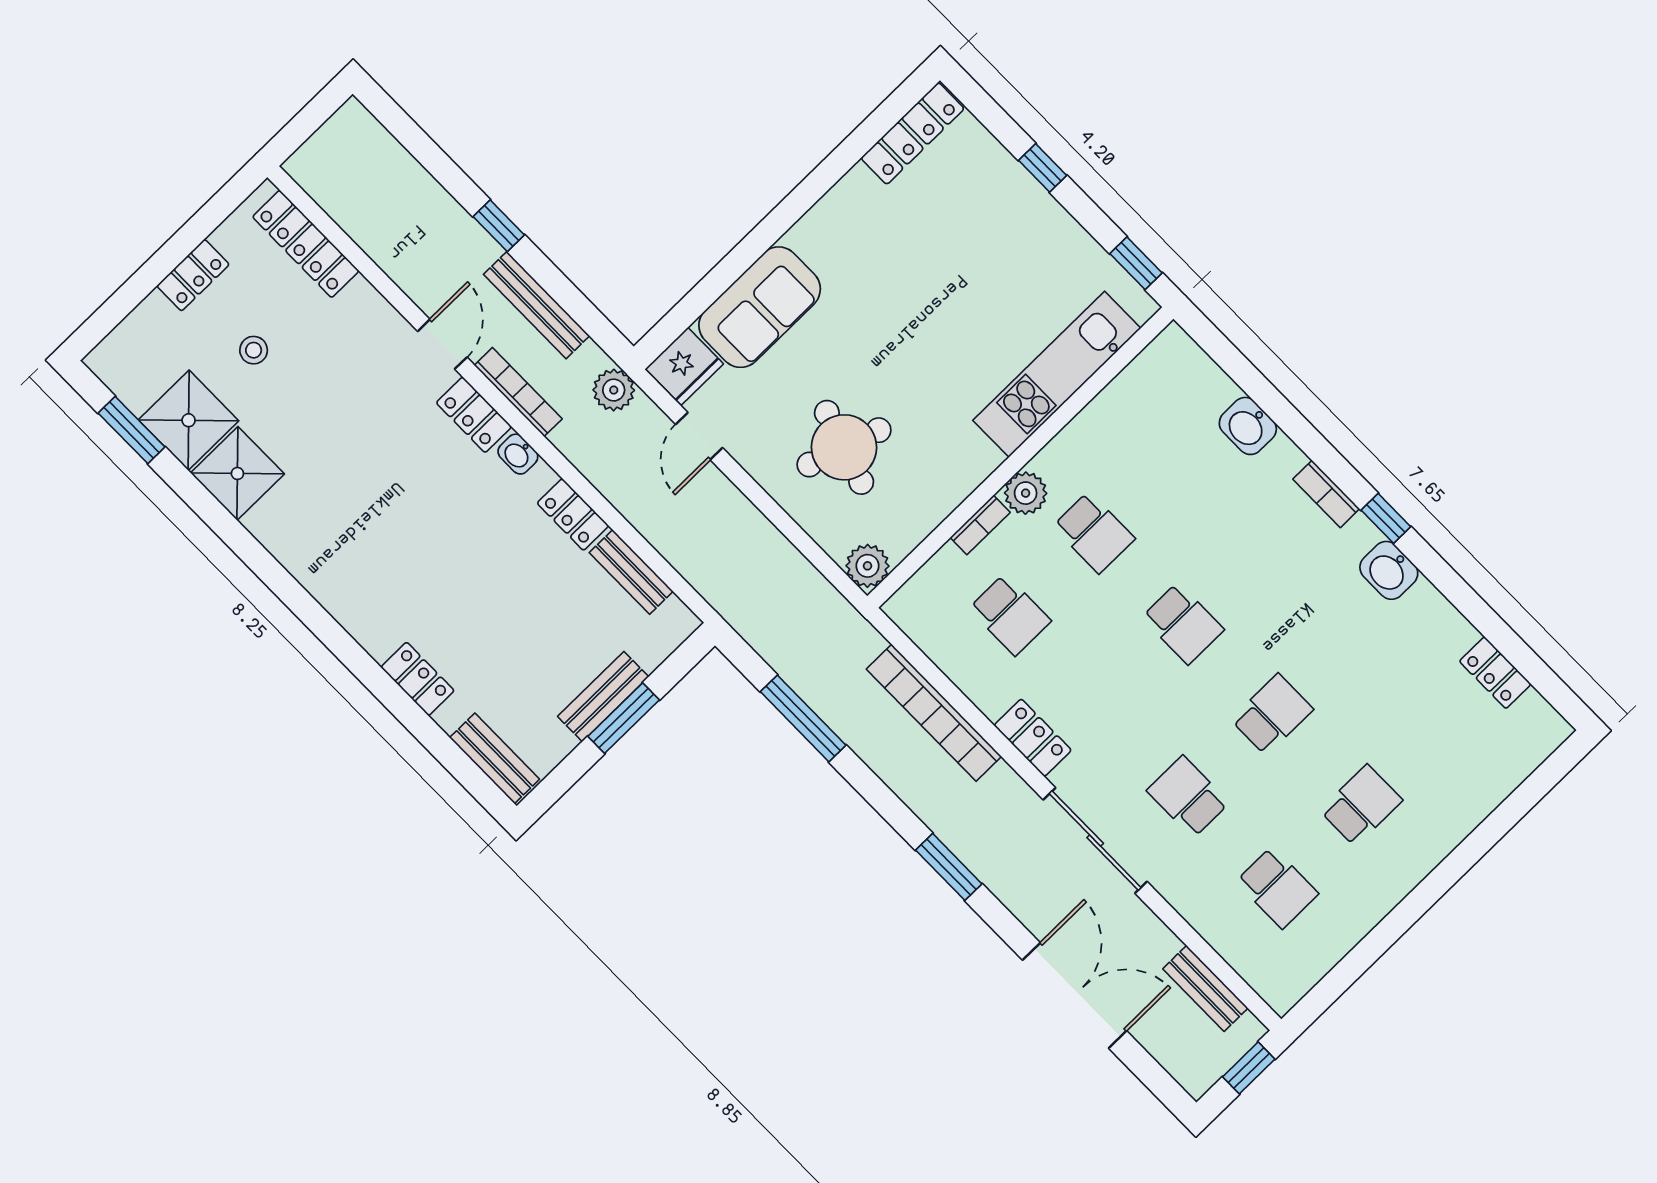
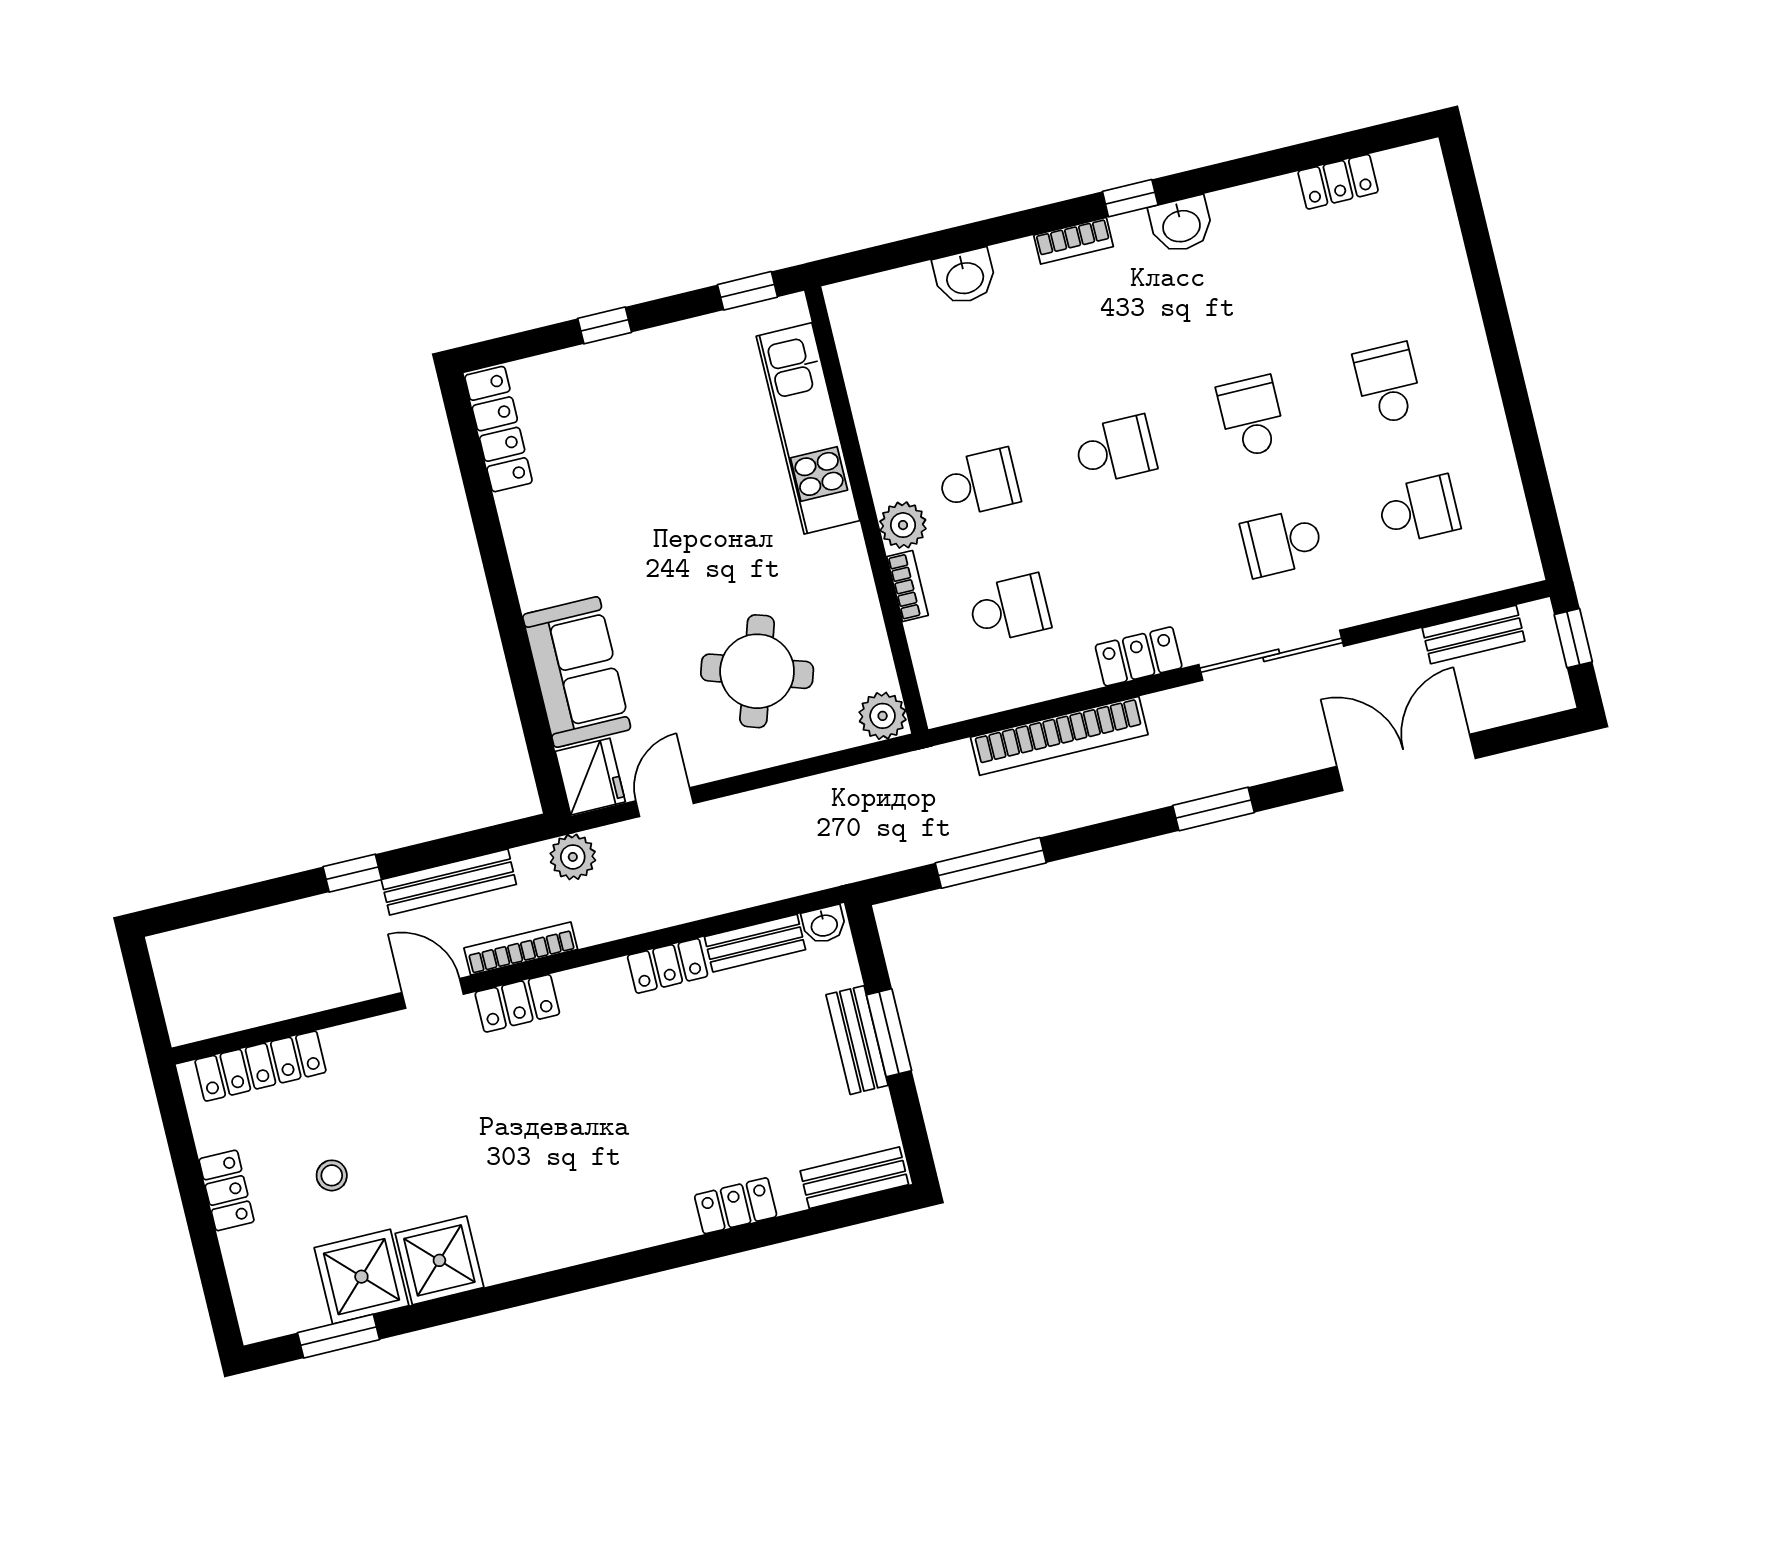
door: (699, 436) -> (665, 802), swing flipped
washbasin: (518, 454) -> (824, 925), moved

